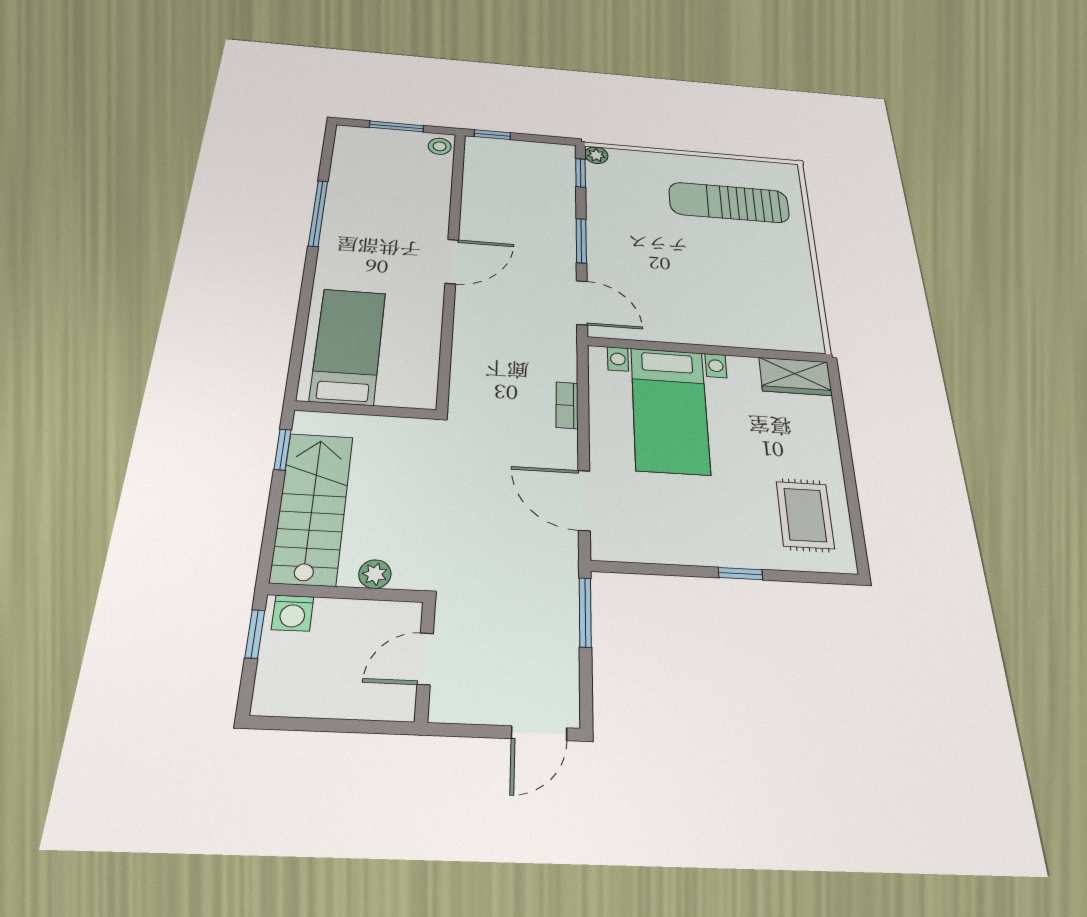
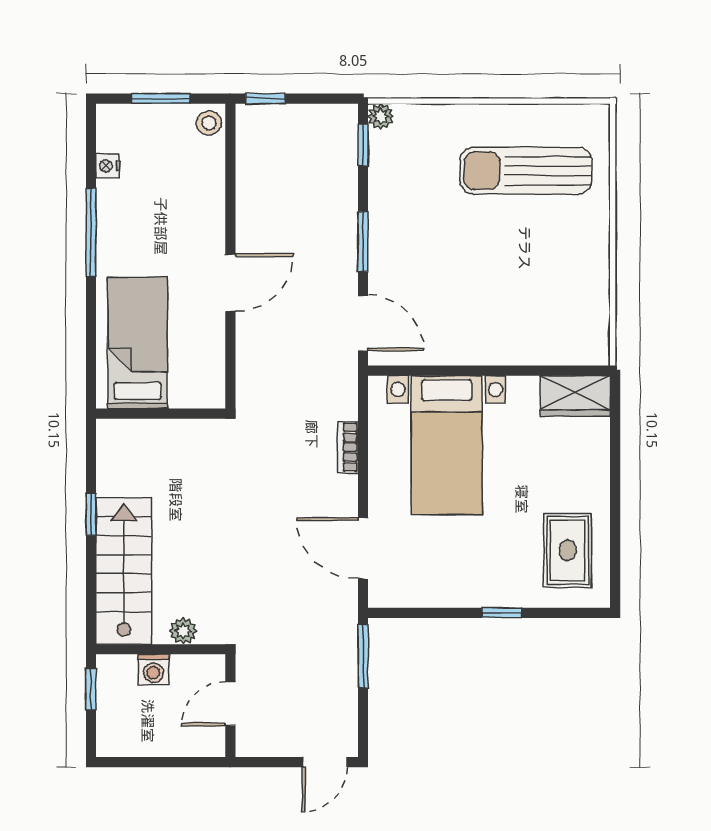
nightstand: (341, 167) -> (108, 166), added
bed: (348, 346) -> (138, 343), moved
wall: (366, 410) -> (161, 414), moved
washing machine: (293, 613) -> (153, 670), moved

